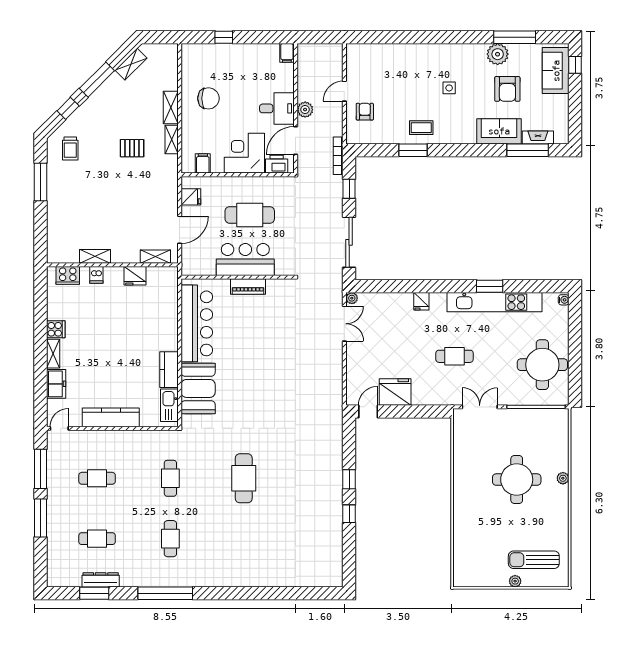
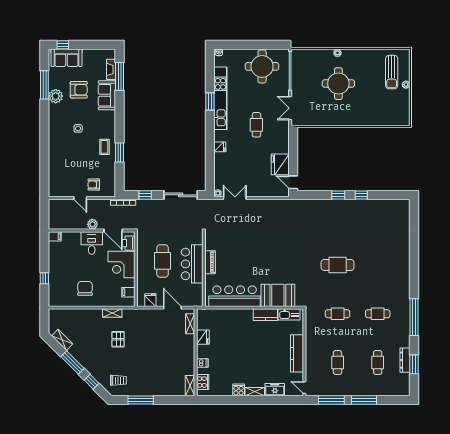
shelving: (171, 108) -> (91, 314), removed
shelving: (95, 256) -> (190, 386), moved

